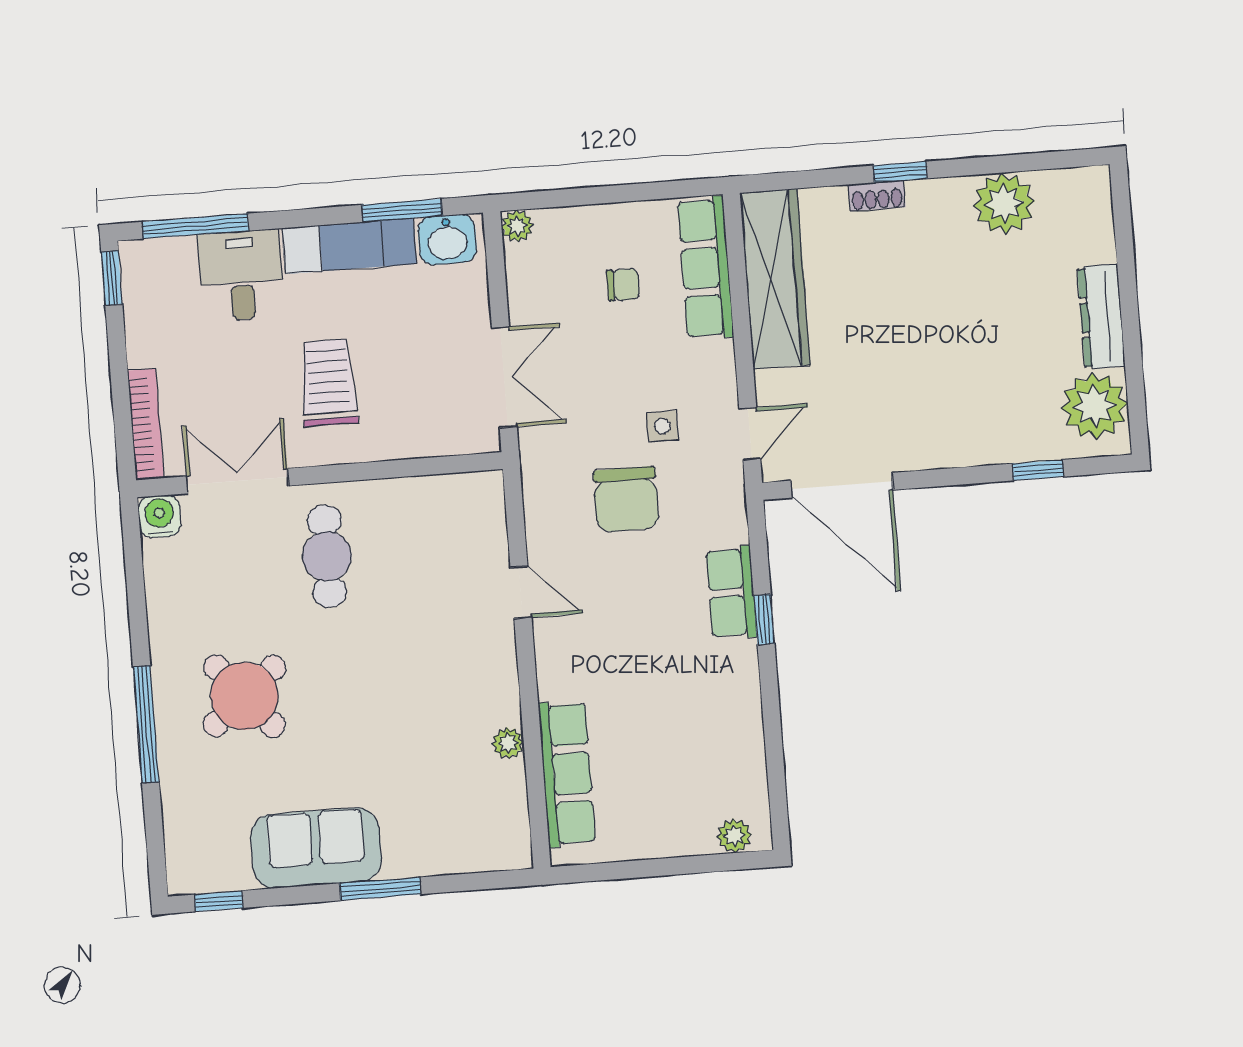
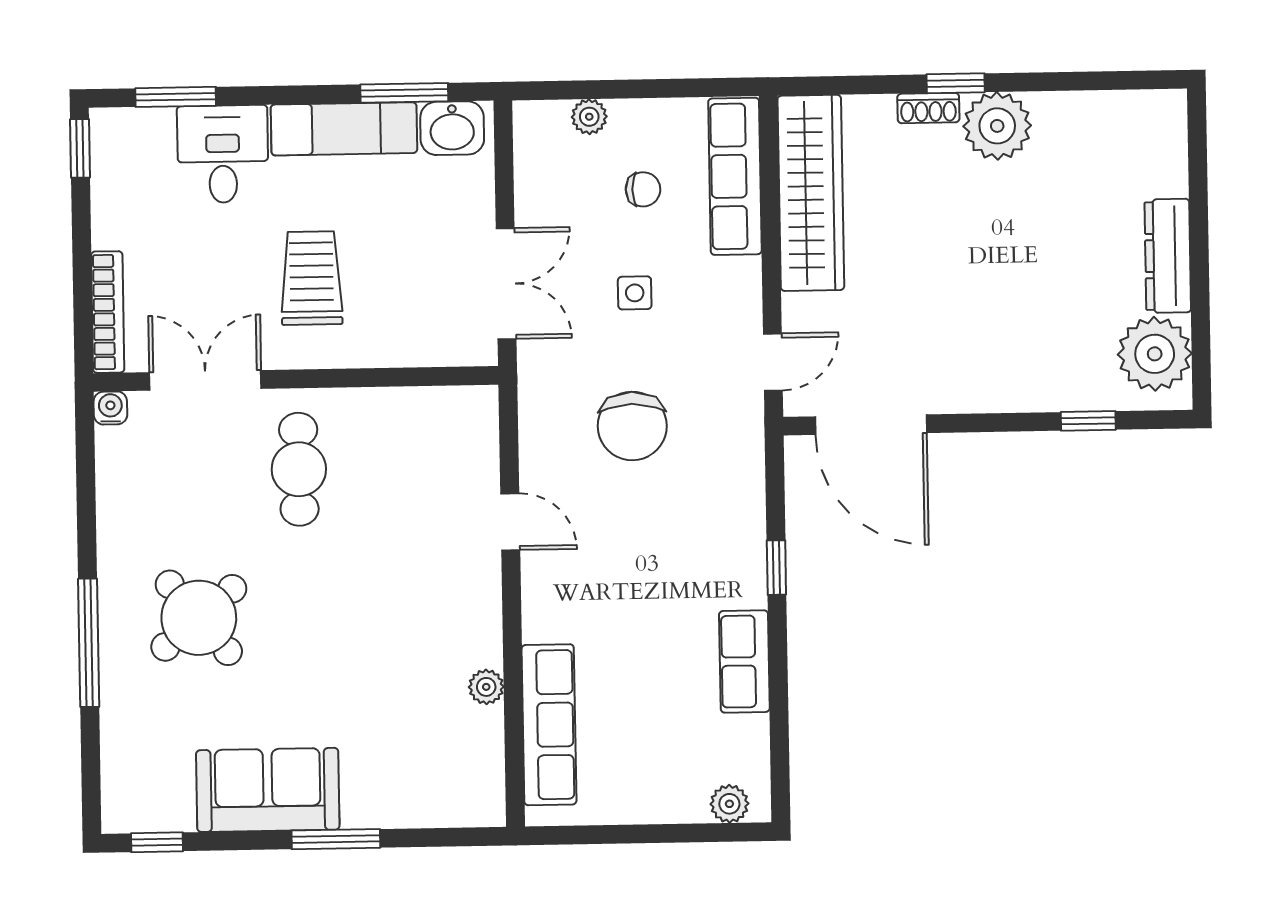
plant: (1004, 203) -> (997, 126), moved
window: (195, 226) -> (176, 97), width x0.69
plant: (517, 226) -> (589, 117), moved
side table: (662, 426) -> (635, 293), moved
water cooler: (159, 516) -> (110, 408), width x0.72, depth x0.72
row of seats: (731, 593) -> (744, 661), moved

